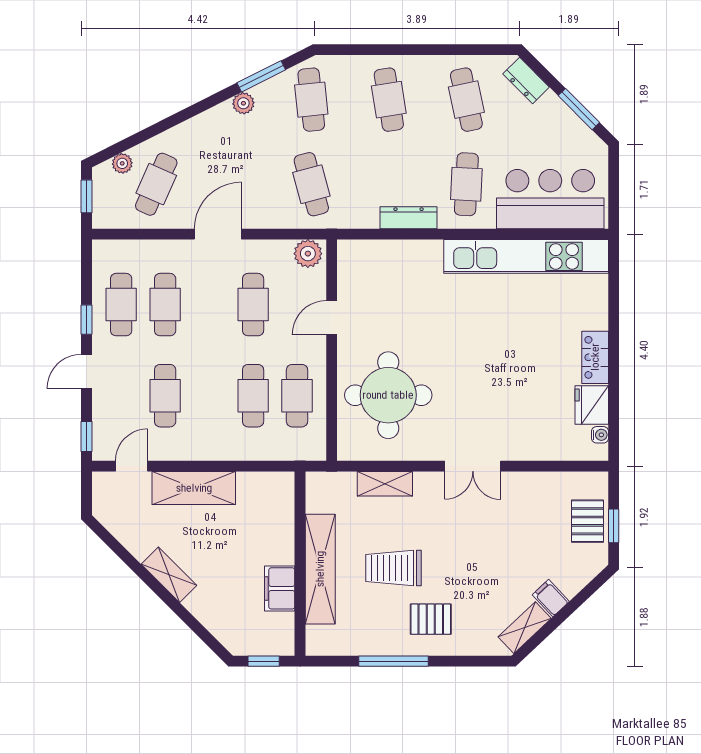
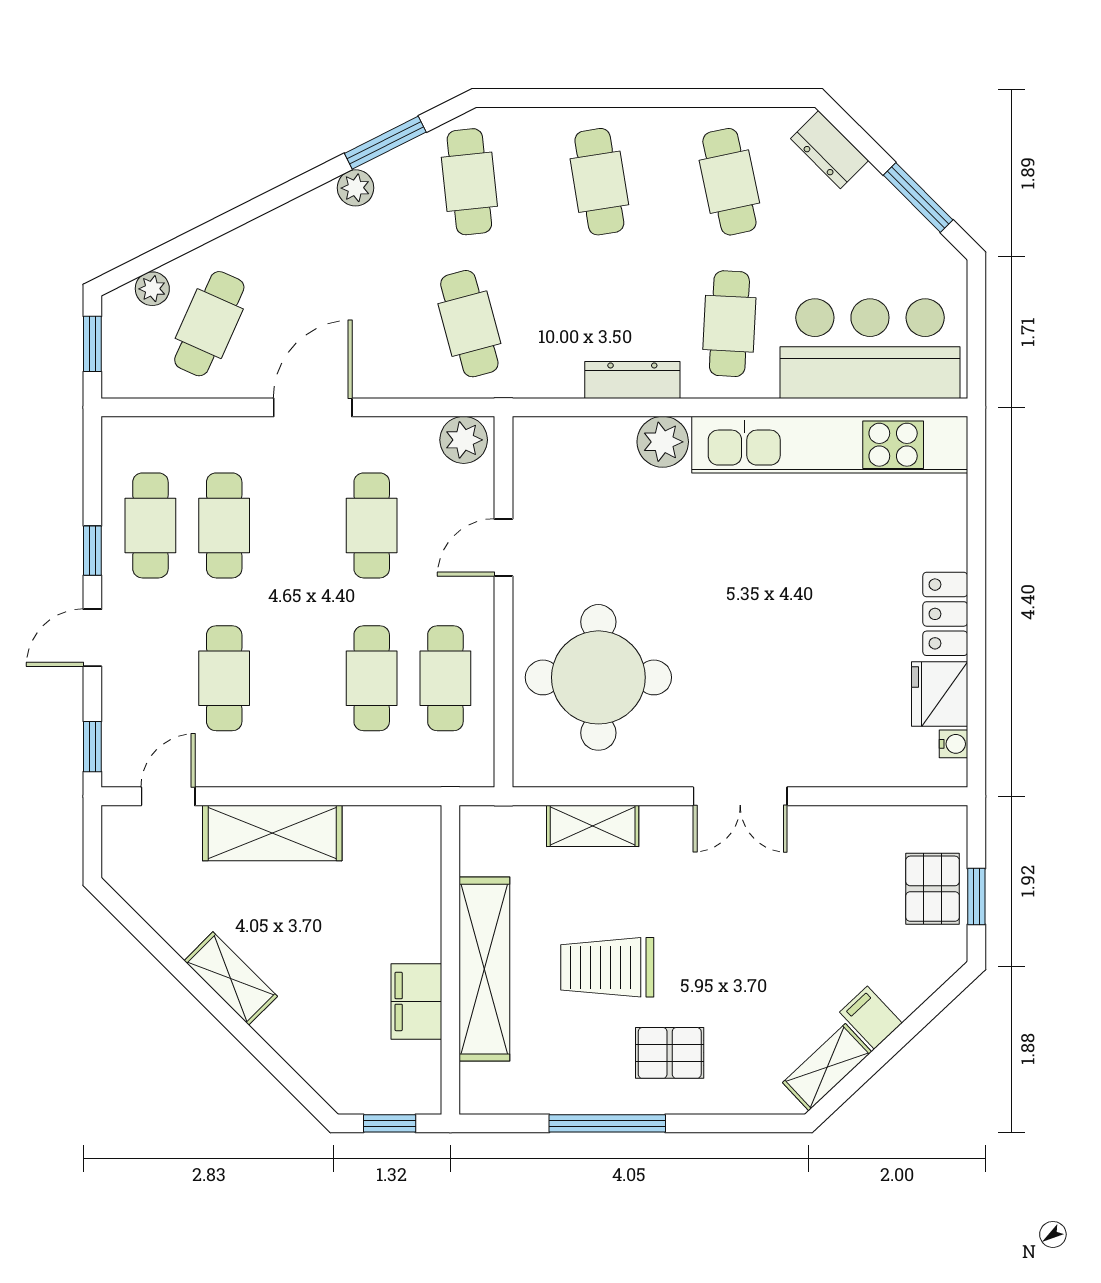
plant: (427, 255) -> (663, 442), added

